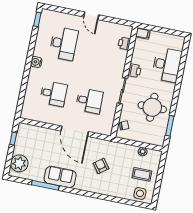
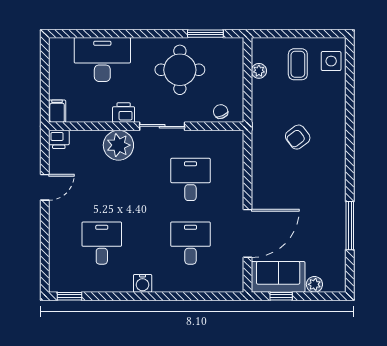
door: (91, 16) -> (45, 187), moved
printer: (124, 43) -> (59, 139), moved
desk: (64, 44) -> (102, 243), width x0.73
plant: (117, 64) -> (118, 145), added
door: (75, 131) -> (248, 233), moved
plant: (19, 163) -> (314, 284), width x0.53, depth x0.53
sofa: (60, 177) -> (278, 277), moved, turned 90

